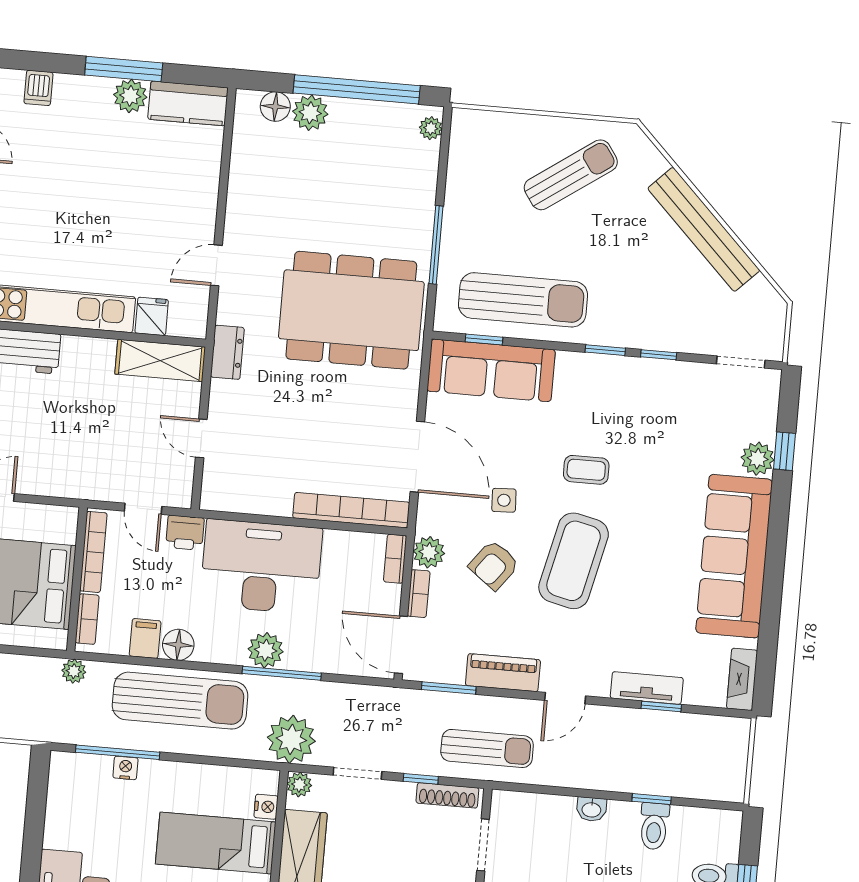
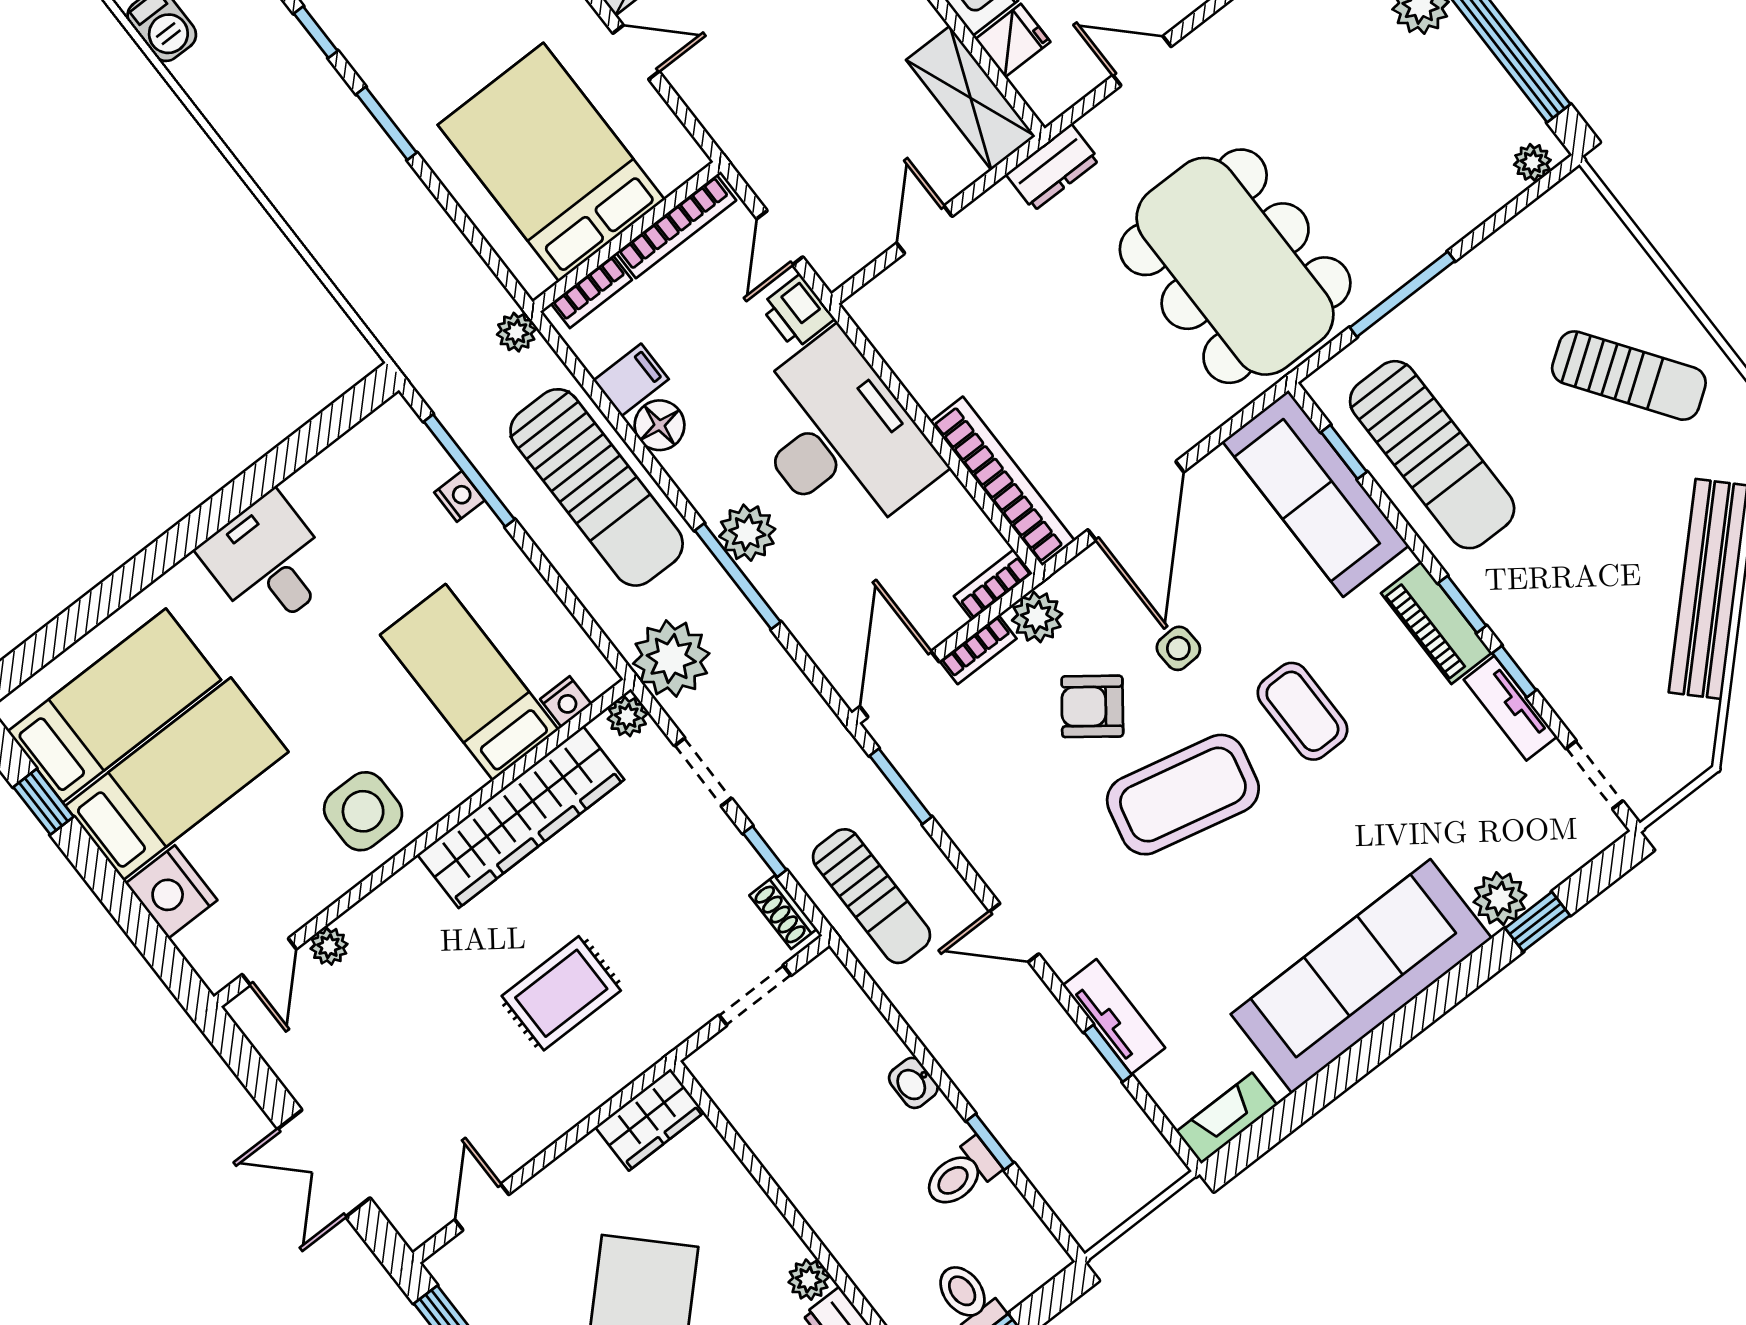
tv unit: (674, 372) -> (1510, 708), added
coffee table: (586, 470) -> (1302, 711), width x1.36, depth x1.30
piano: (503, 673) -> (1436, 623), moved, turned 180
shoe rack: (447, 795) -> (783, 912), width x0.70

